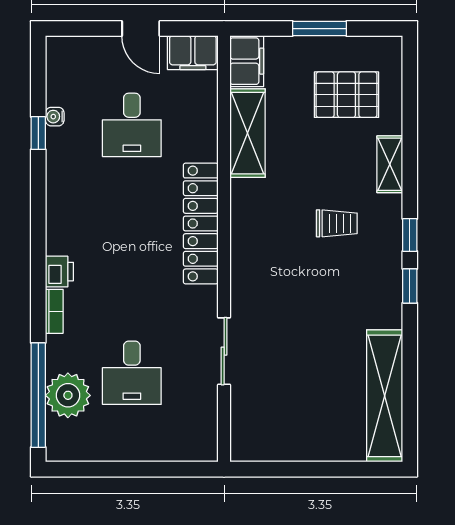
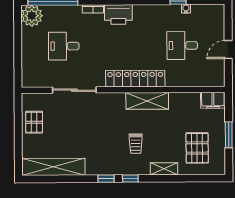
filing cabinet: (193, 53) -> (217, 74), removed
shelving: (247, 133) -> (147, 101), moved
printer: (59, 272) -> (118, 14), width x1.87, depth x1.48
sliding door: (224, 351) -> (74, 90), width x1.37
plant: (68, 395) -> (32, 16), moved
pallet: (291, 436) -> (34, 122), added

